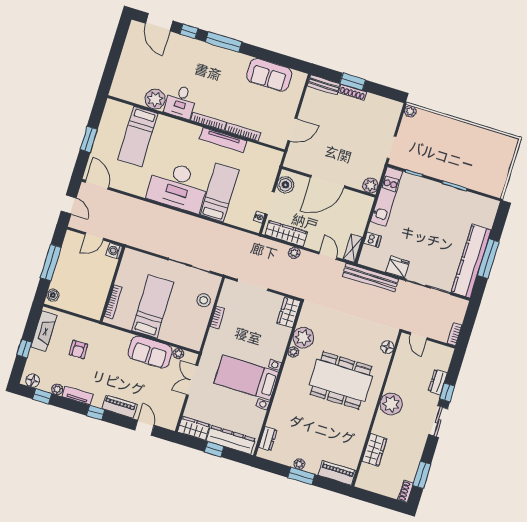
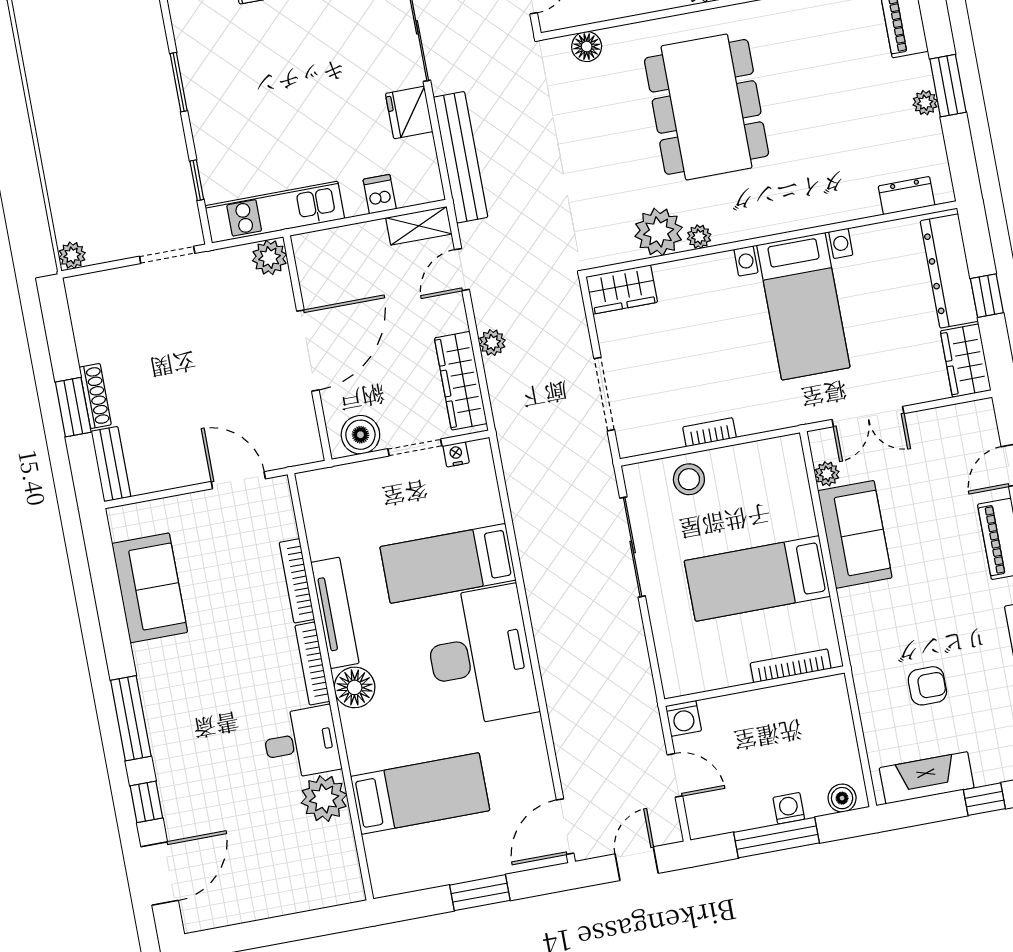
floor lamp: (191, 133) -> (355, 687), added
door: (328, 182) -> (308, 351), hinge flipped
washing machine: (60, 273) -> (789, 808), added

